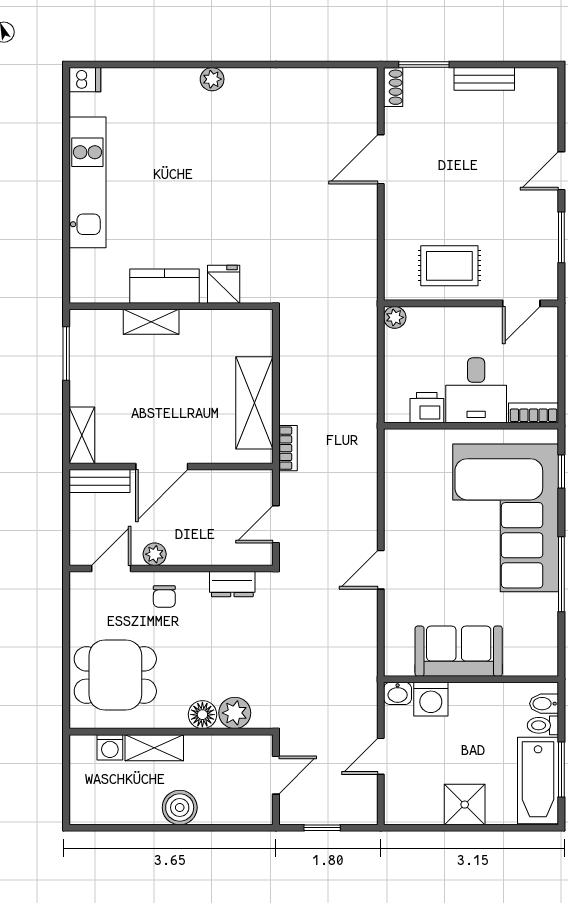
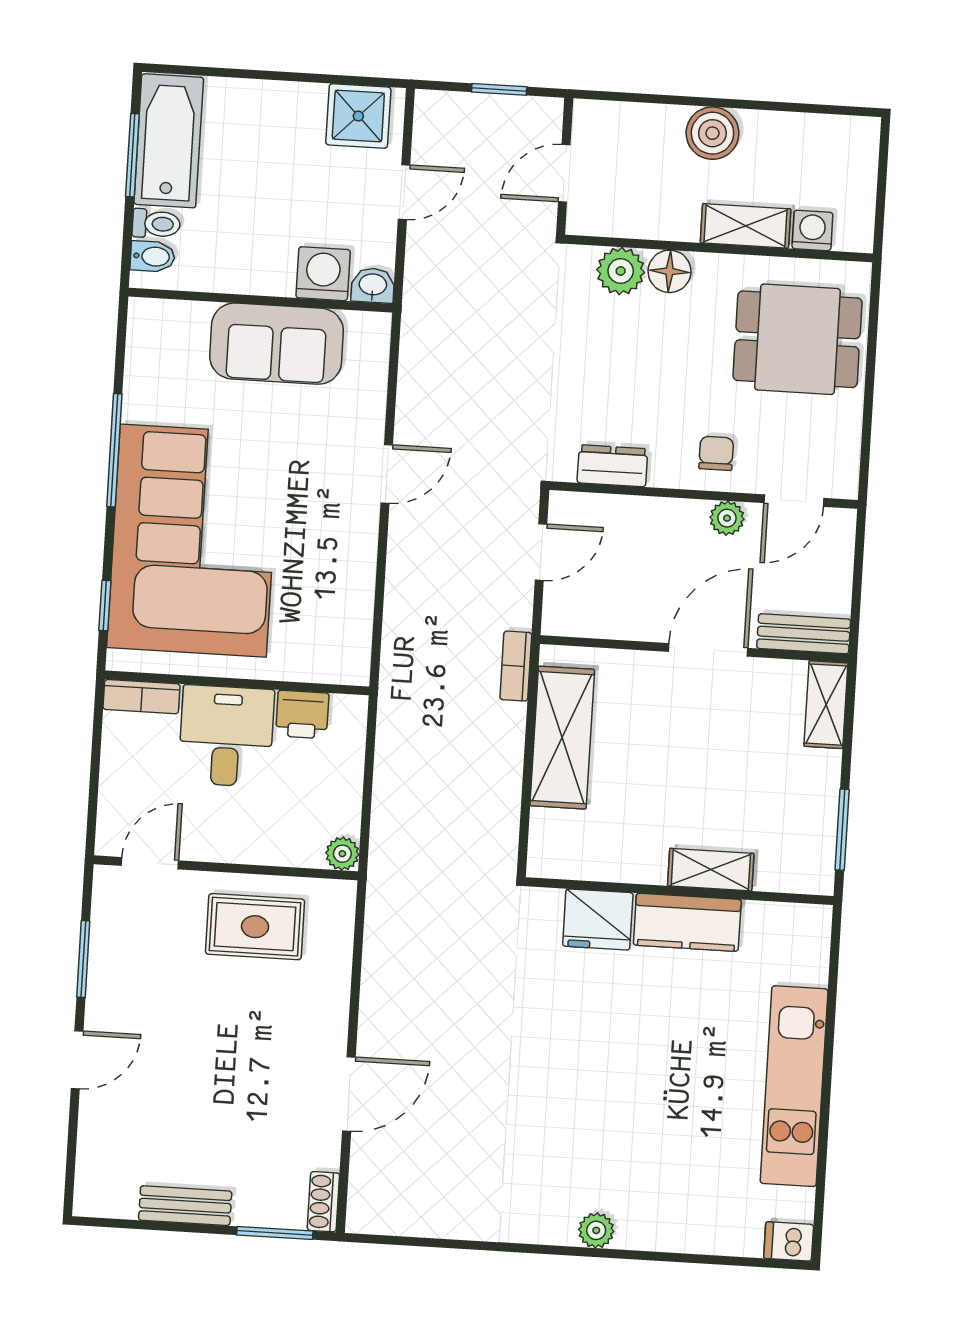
fridge: (224, 284) -> (598, 919), width x1.38
shower: (465, 805) -> (358, 116), moved

